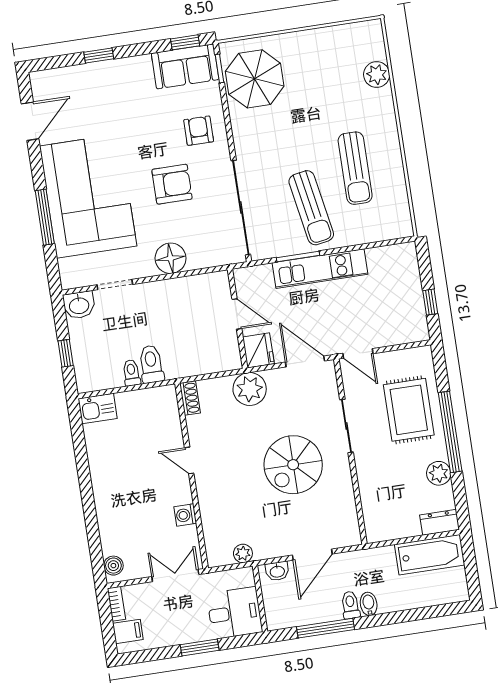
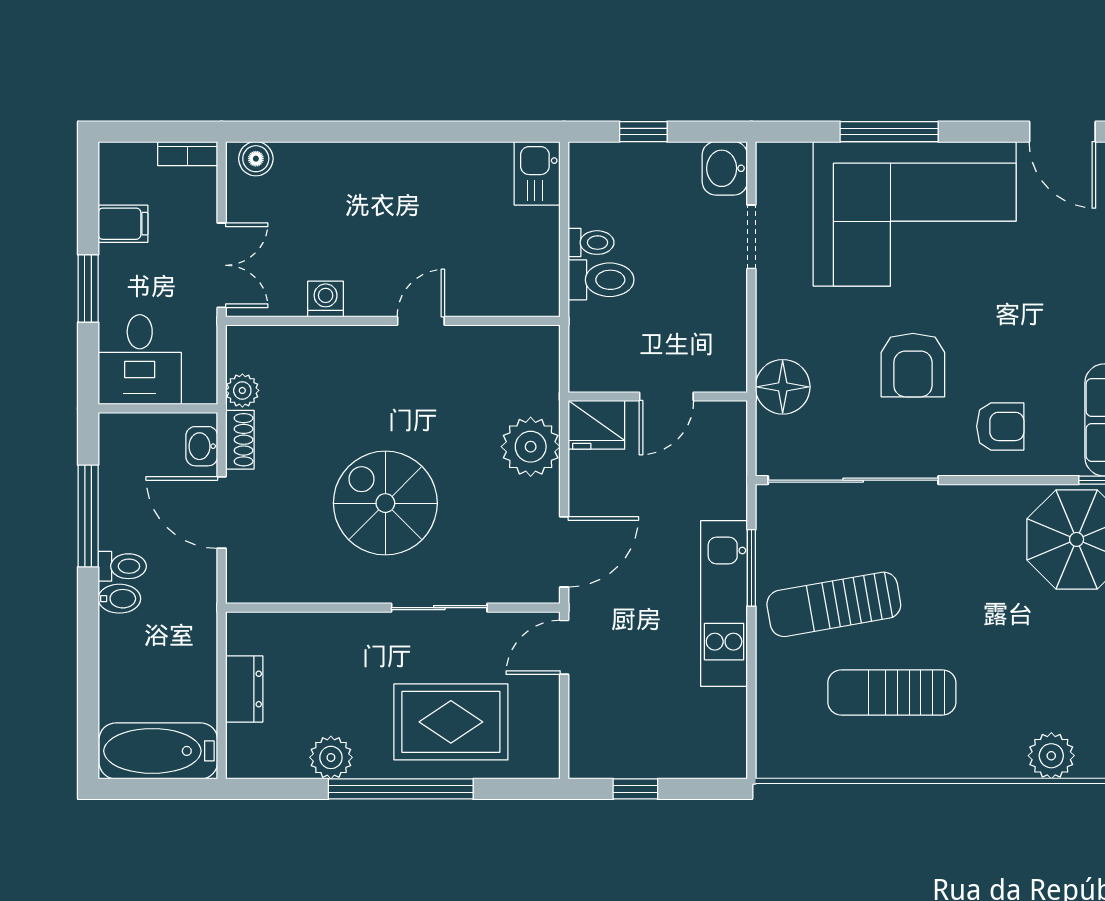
floor lamp: (171, 258) -> (783, 387), moved
door: (237, 314) -> (666, 396), moved
wall: (238, 319) -> (658, 396), moved
fridge: (258, 350) -> (596, 425), moved
shoe rack: (190, 398) -> (240, 440), moved, turned -90
dresser: (440, 522) -> (244, 689), moved
bathtub: (430, 555) -> (158, 751), moved, turned 90
filing cabinet: (128, 631) -> (123, 224), moved, turned -90

